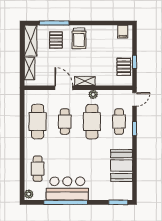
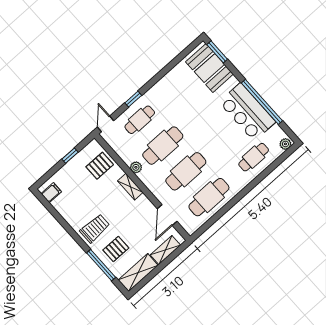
pallet: (124, 67) -> (100, 166), moved
door: (64, 88) -> (167, 215), moved
door: (135, 99) -> (106, 124), hinge flipped
cafe table: (65, 122) -> (186, 171), width x1.37, depth x1.35
booth: (122, 166) -> (209, 68), moved, turned 90

